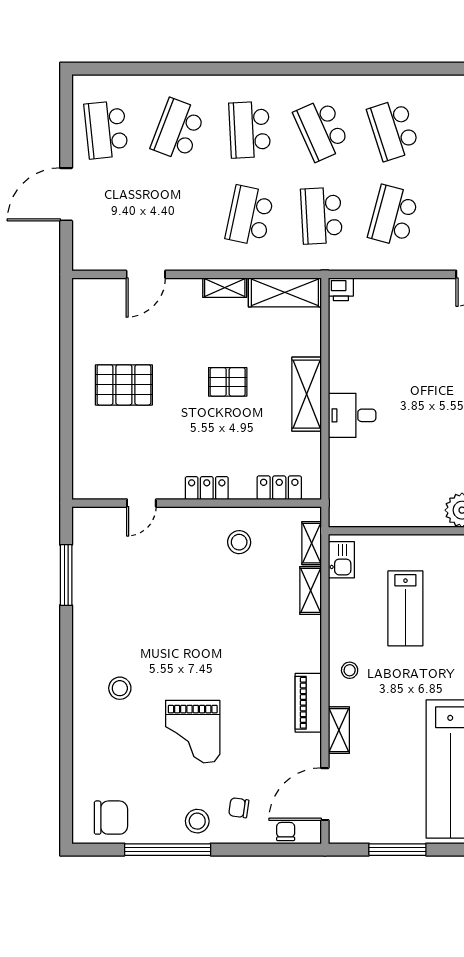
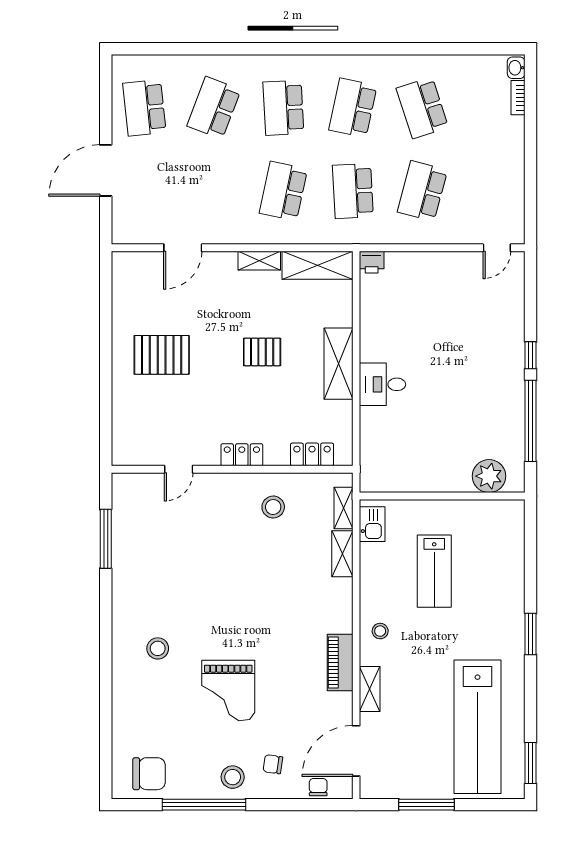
school desk: (321, 130) -> (353, 108), turned 36

